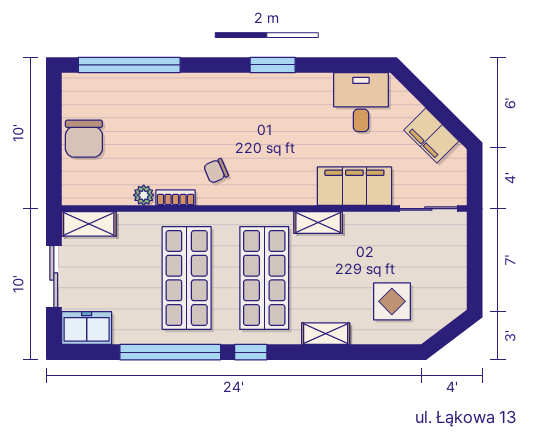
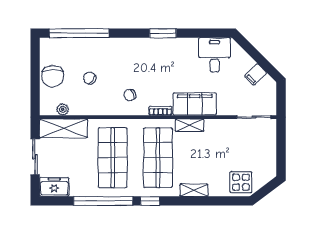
filing cabinet: (431, 136) -> (256, 74), width x0.50
chair: (147, 142) -> (90, 78), added
filing cabinet: (354, 186) -> (195, 104), moved
plant: (144, 195) -> (63, 109), moved
bookcase: (176, 198) -> (160, 111), moved
shelving: (89, 224) -> (63, 128), width x1.50, depth x1.33
display table: (392, 301) -> (241, 182), moved

